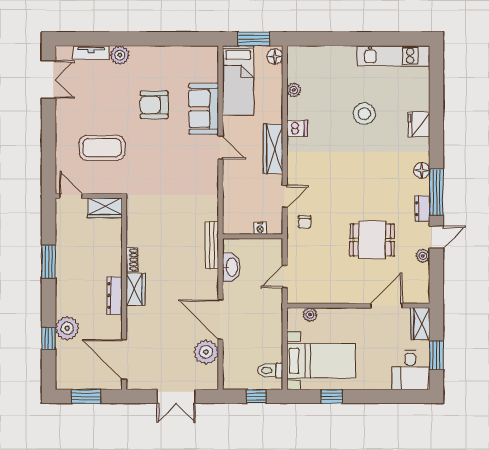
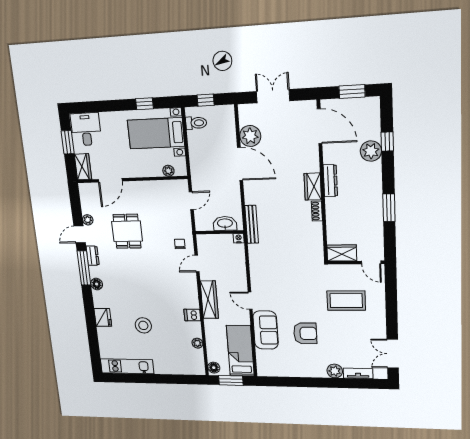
nightstand: (260, 228) -> (239, 238), moved
dining table: (372, 240) -> (127, 231), turned 90
washbasin: (231, 267) -> (225, 224), moved, turned 90

